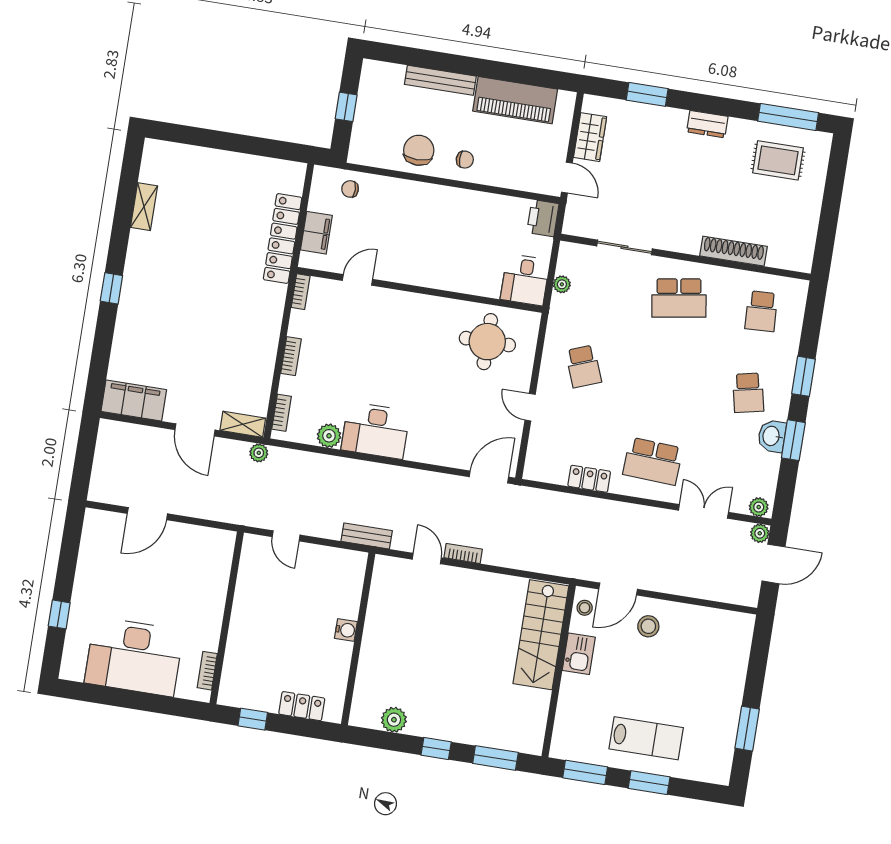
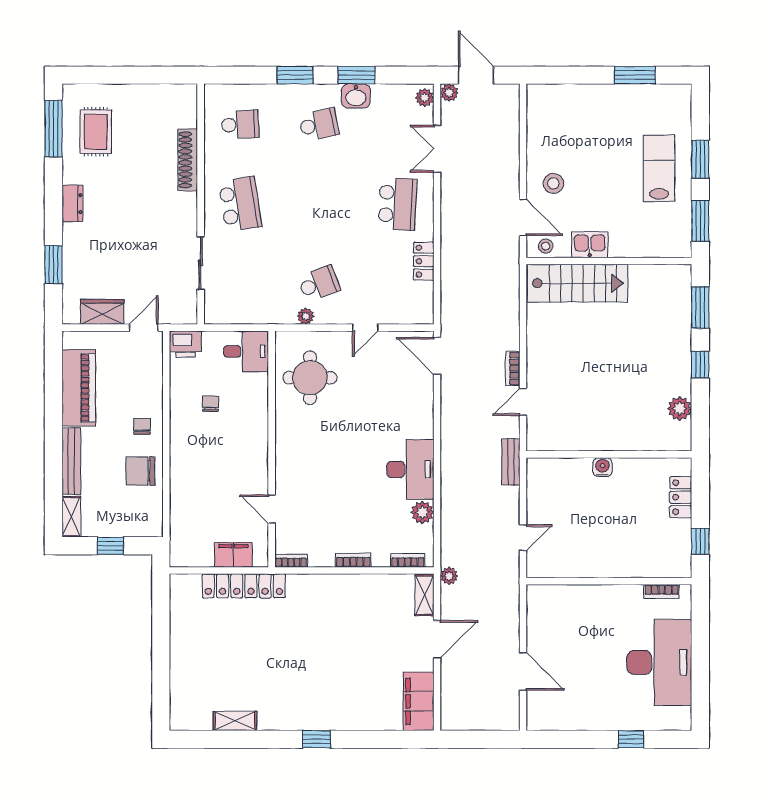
shelving: (383, 71) -> (71, 517), added
chair: (350, 189) -> (210, 404), moved, turned 180
plant: (562, 284) -> (306, 316), moved

